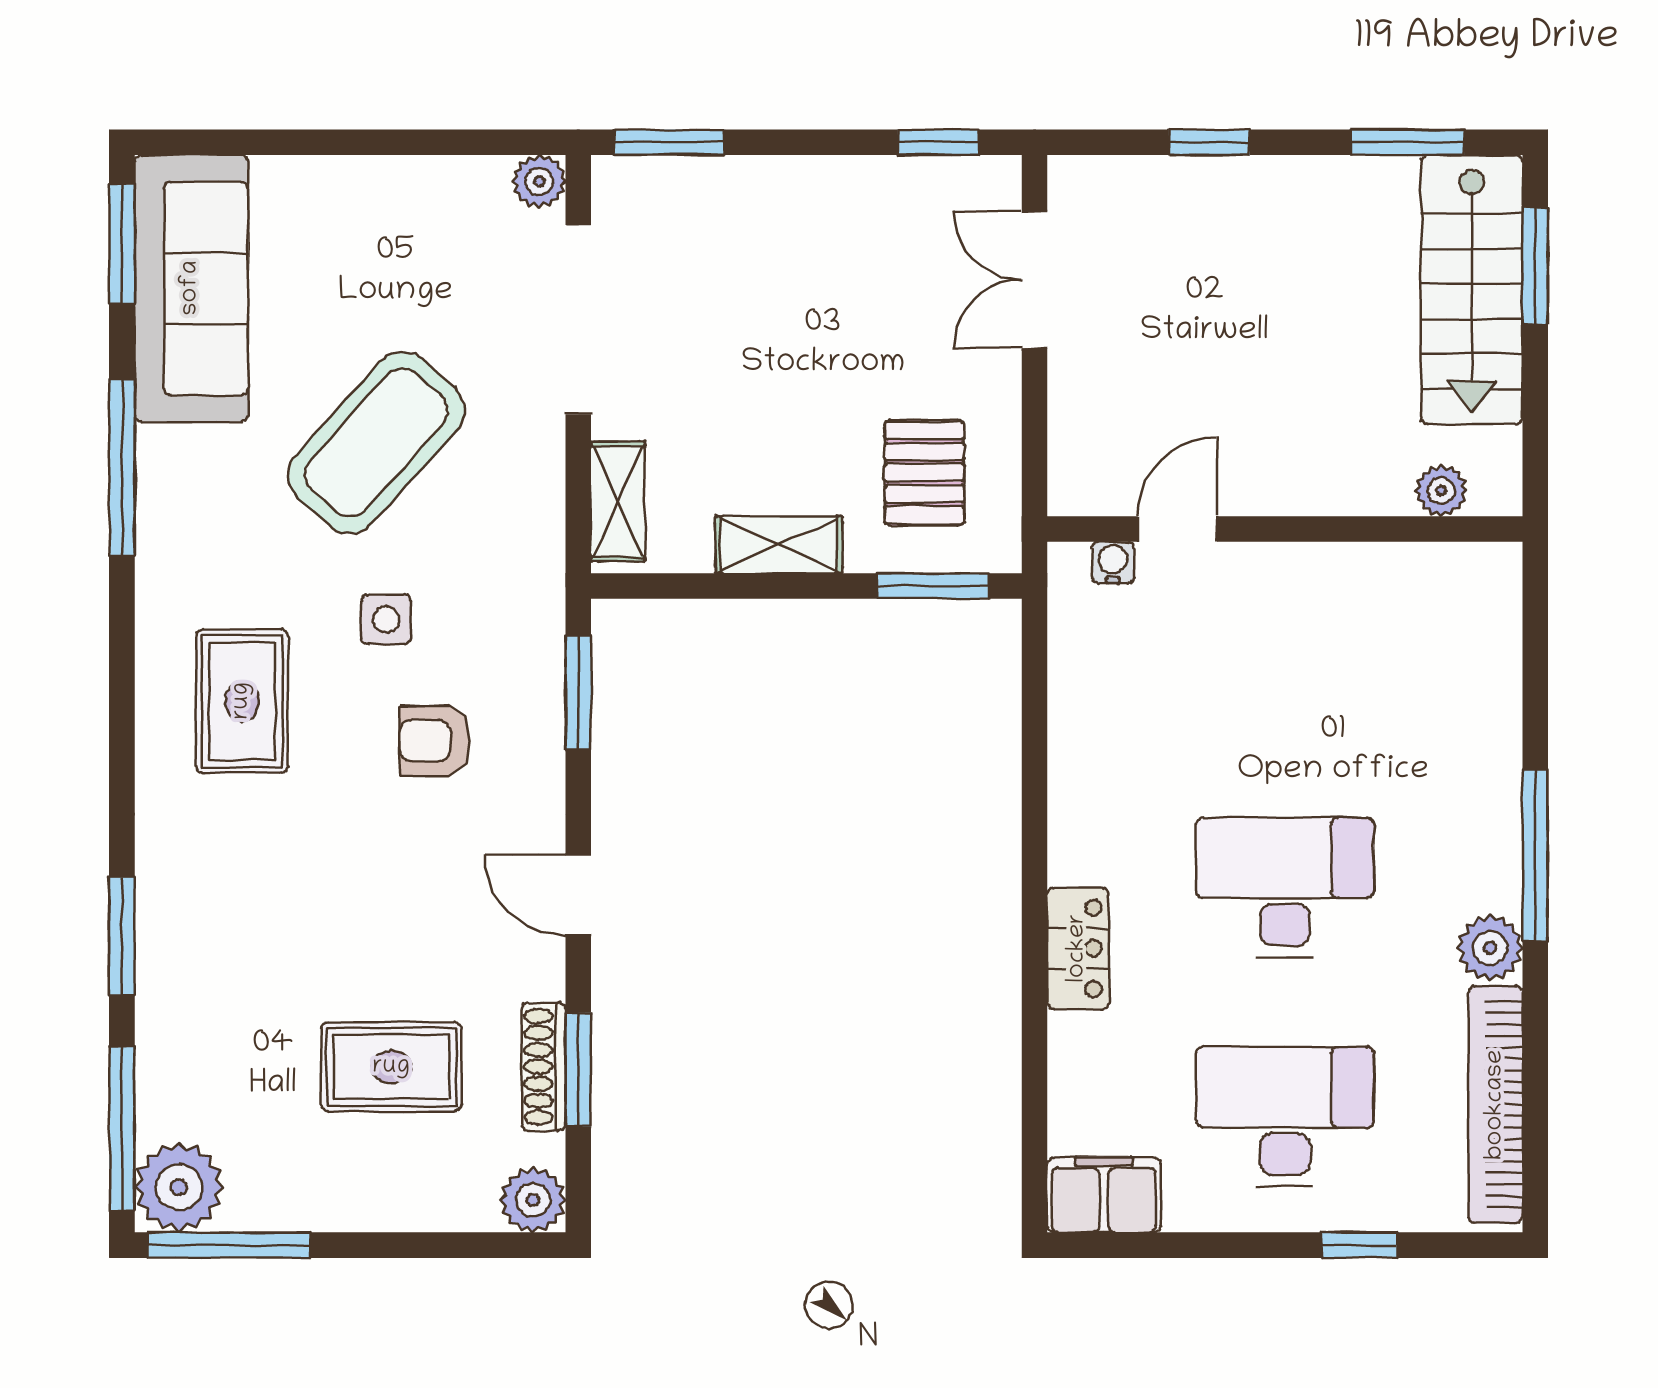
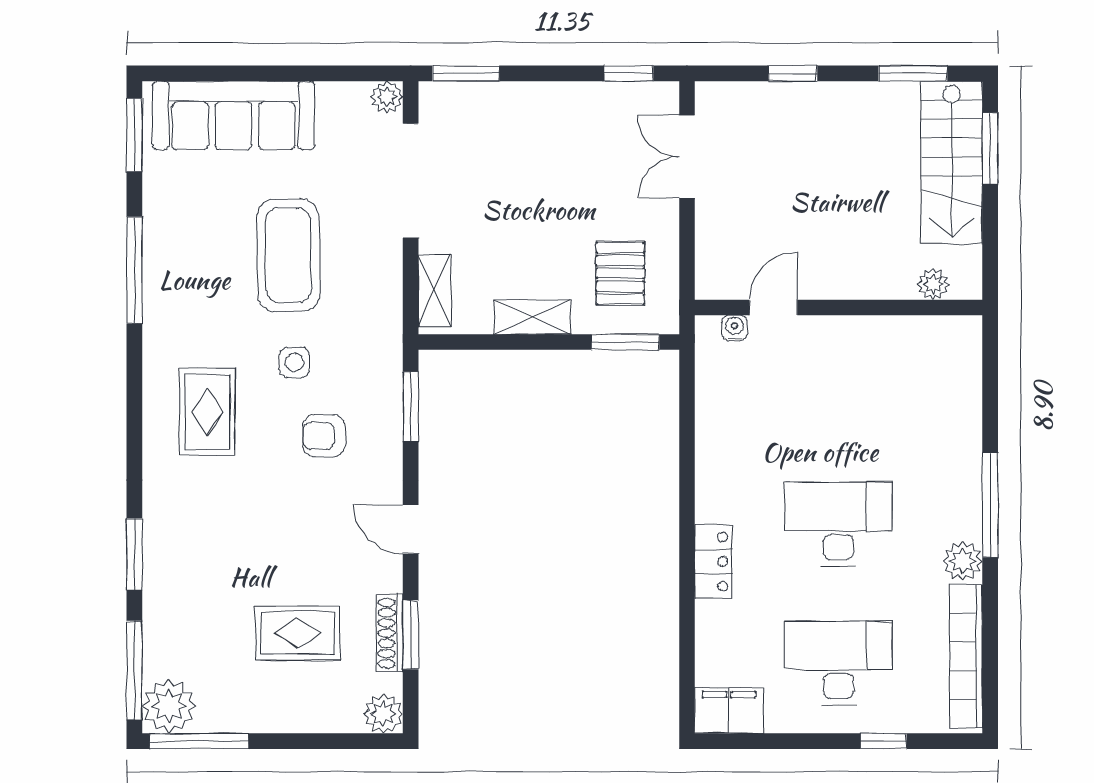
sofa: (191, 288) -> (234, 115), moved, turned 90
coffee table: (376, 443) -> (288, 255), turned -43

